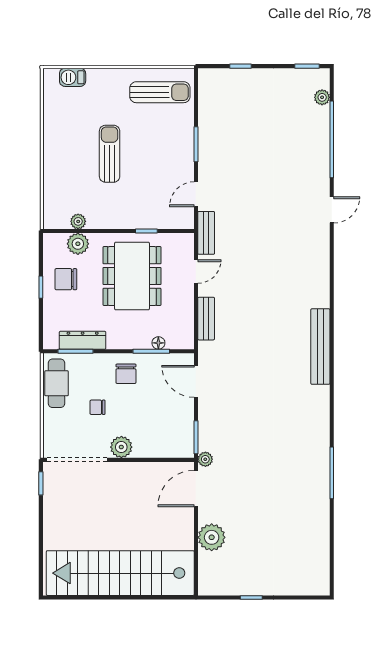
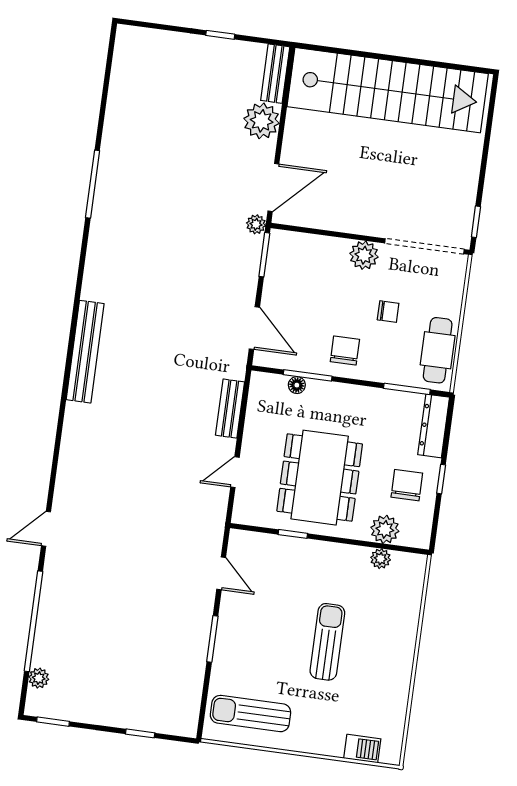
sun lounger: (110, 154) -> (327, 642), turned 180
door: (196, 194) -> (221, 573), hinge flipped
bench: (206, 233) -> (275, 74), moved
chair: (66, 279) -> (407, 485), turned -90
dresser: (83, 340) -> (434, 426), moved, turned 90

